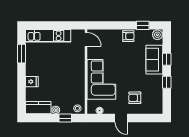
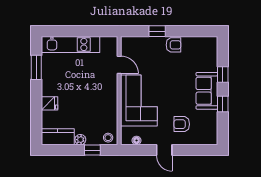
window: (143, 25) -> (157, 31), moved
plant: (157, 35) -> (211, 43), removed
door: (86, 39) -> (119, 65), moved
sofa: (154, 60) -> (207, 91), moved

